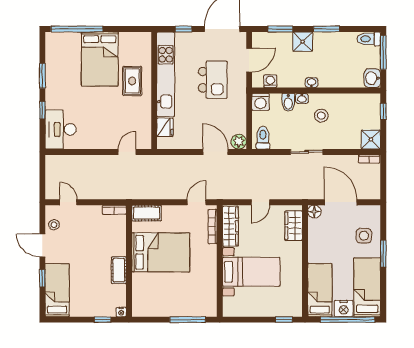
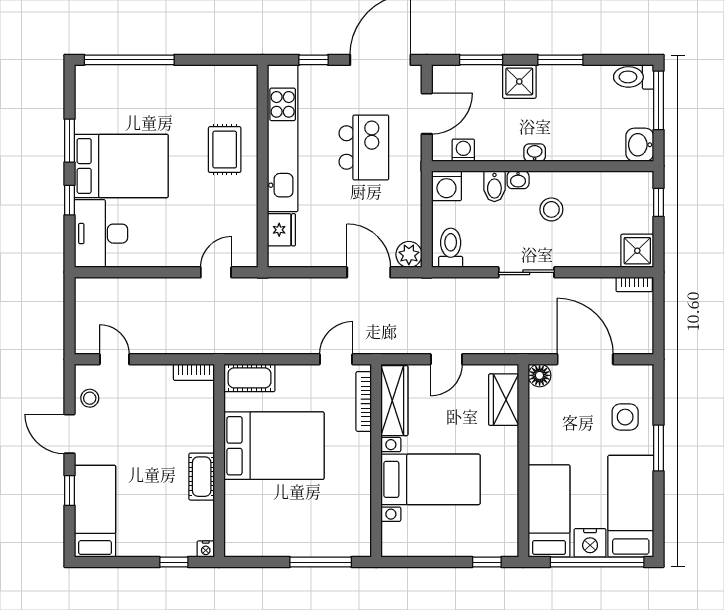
bed: (100, 59) -> (121, 166), moved, turned -90

